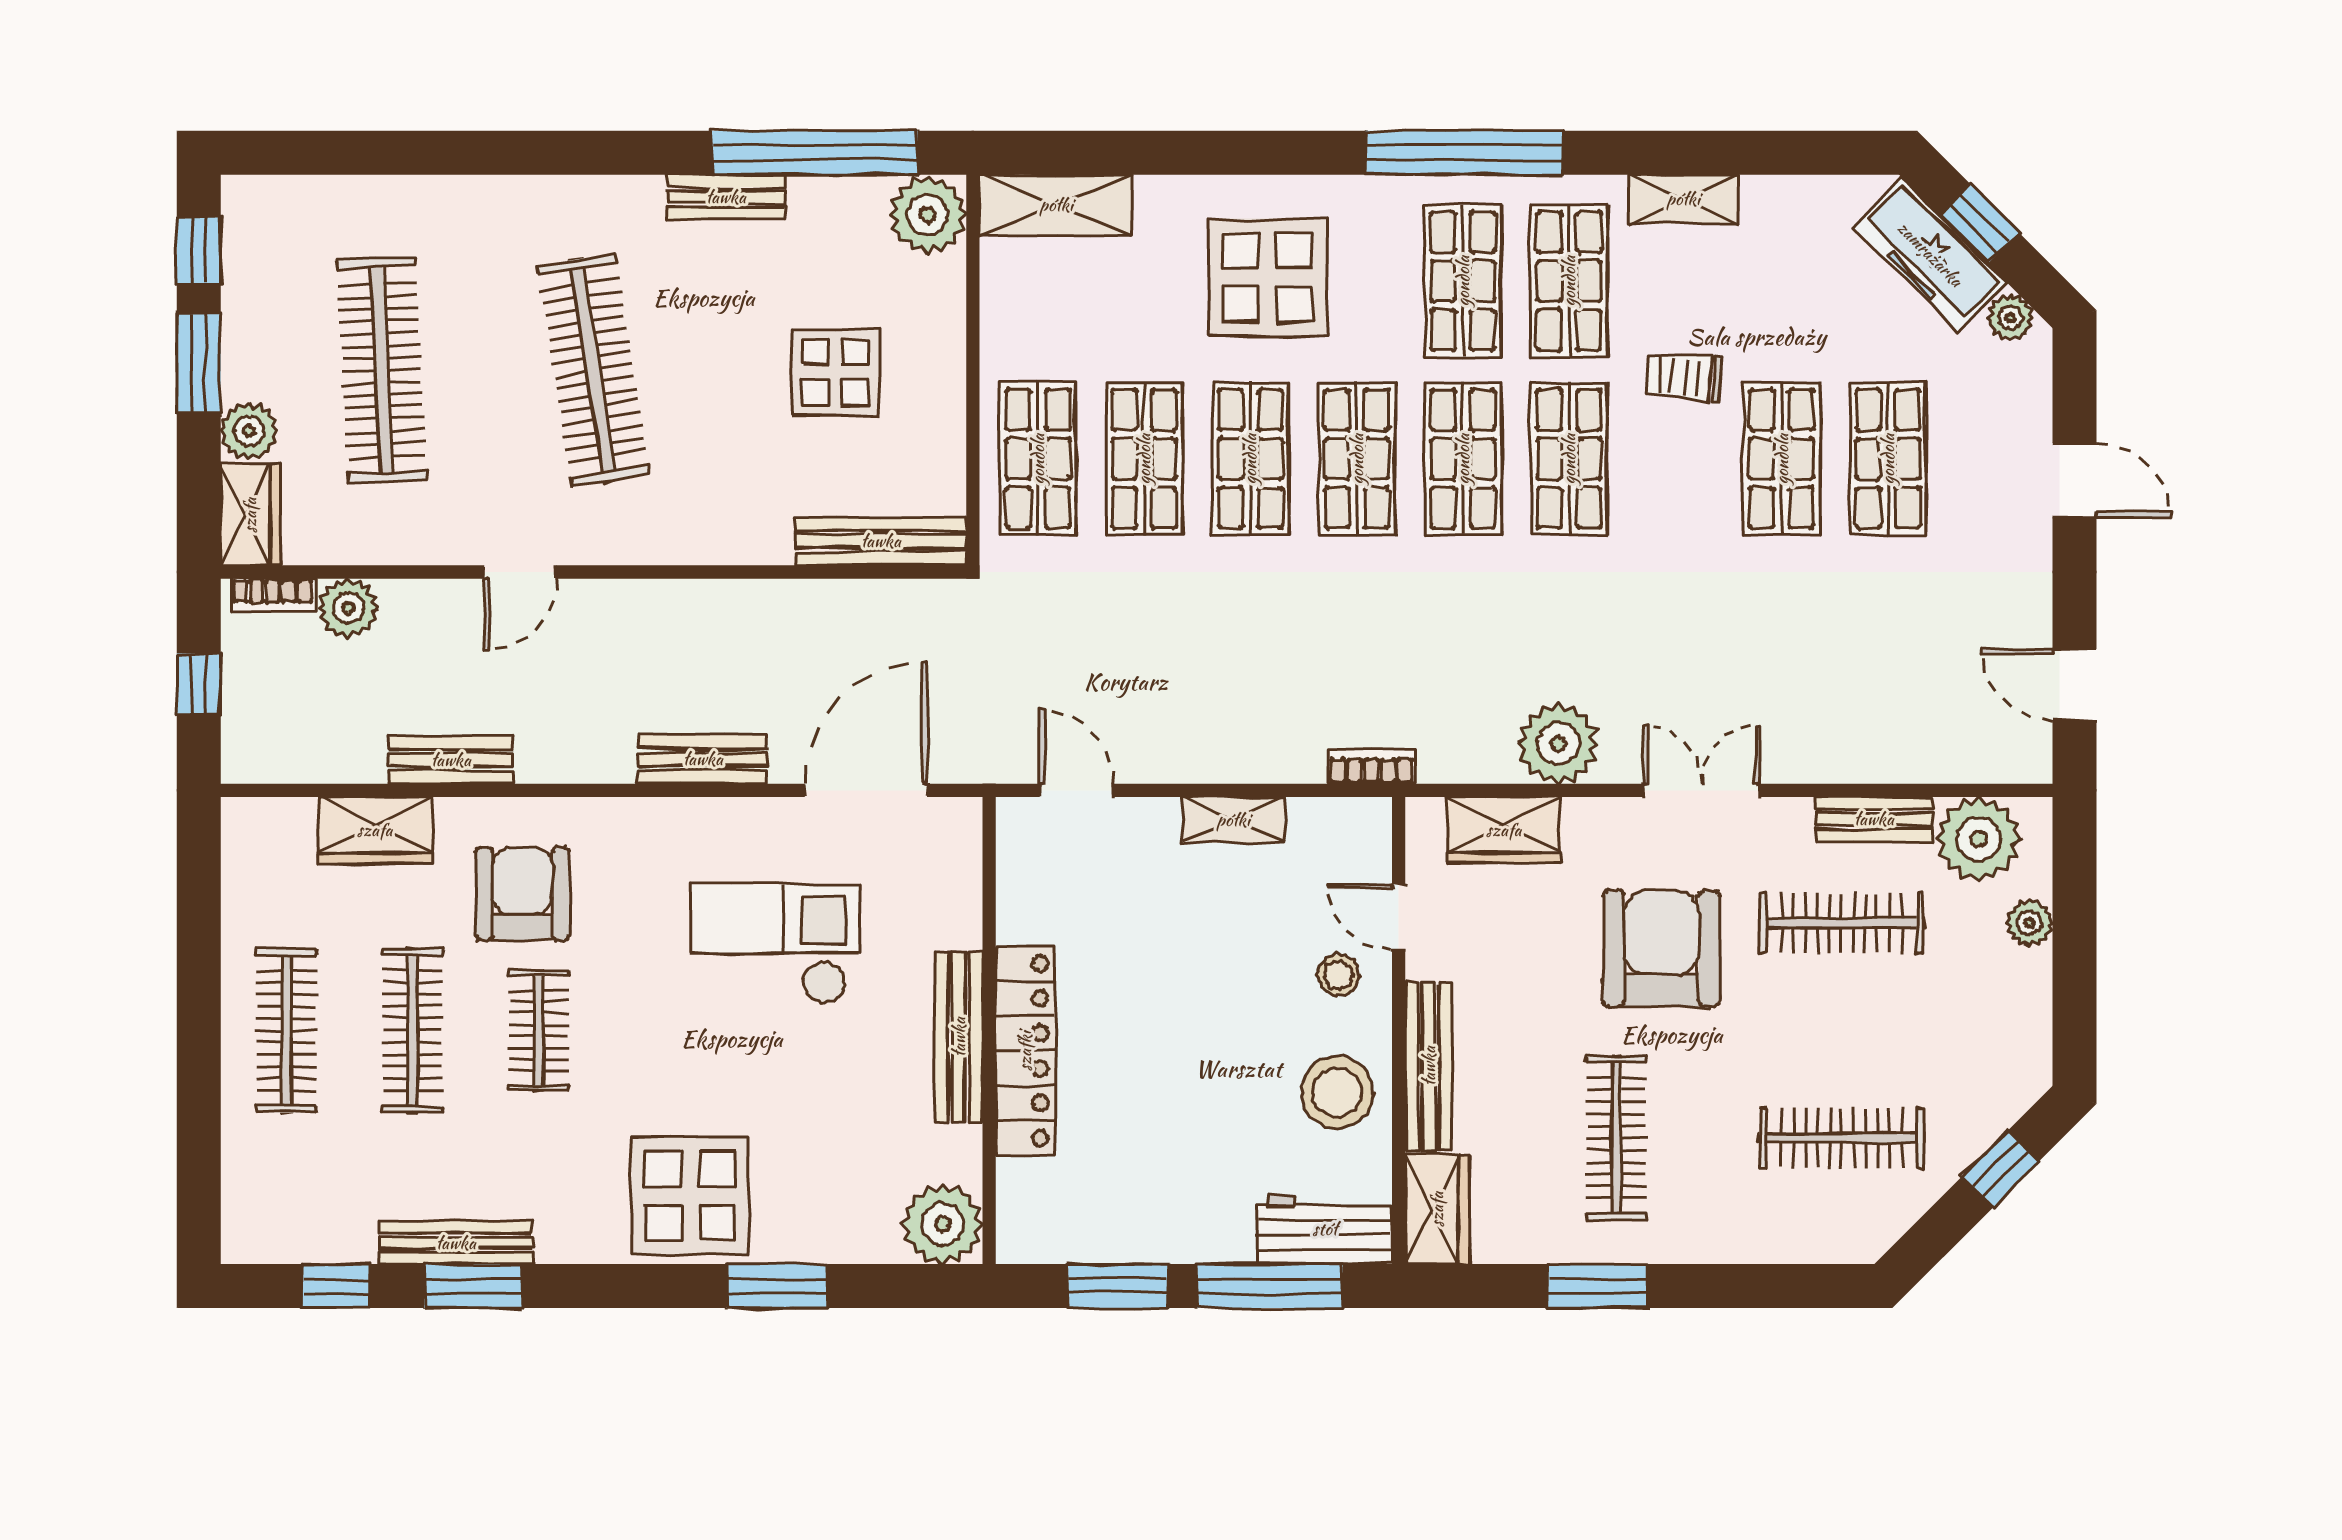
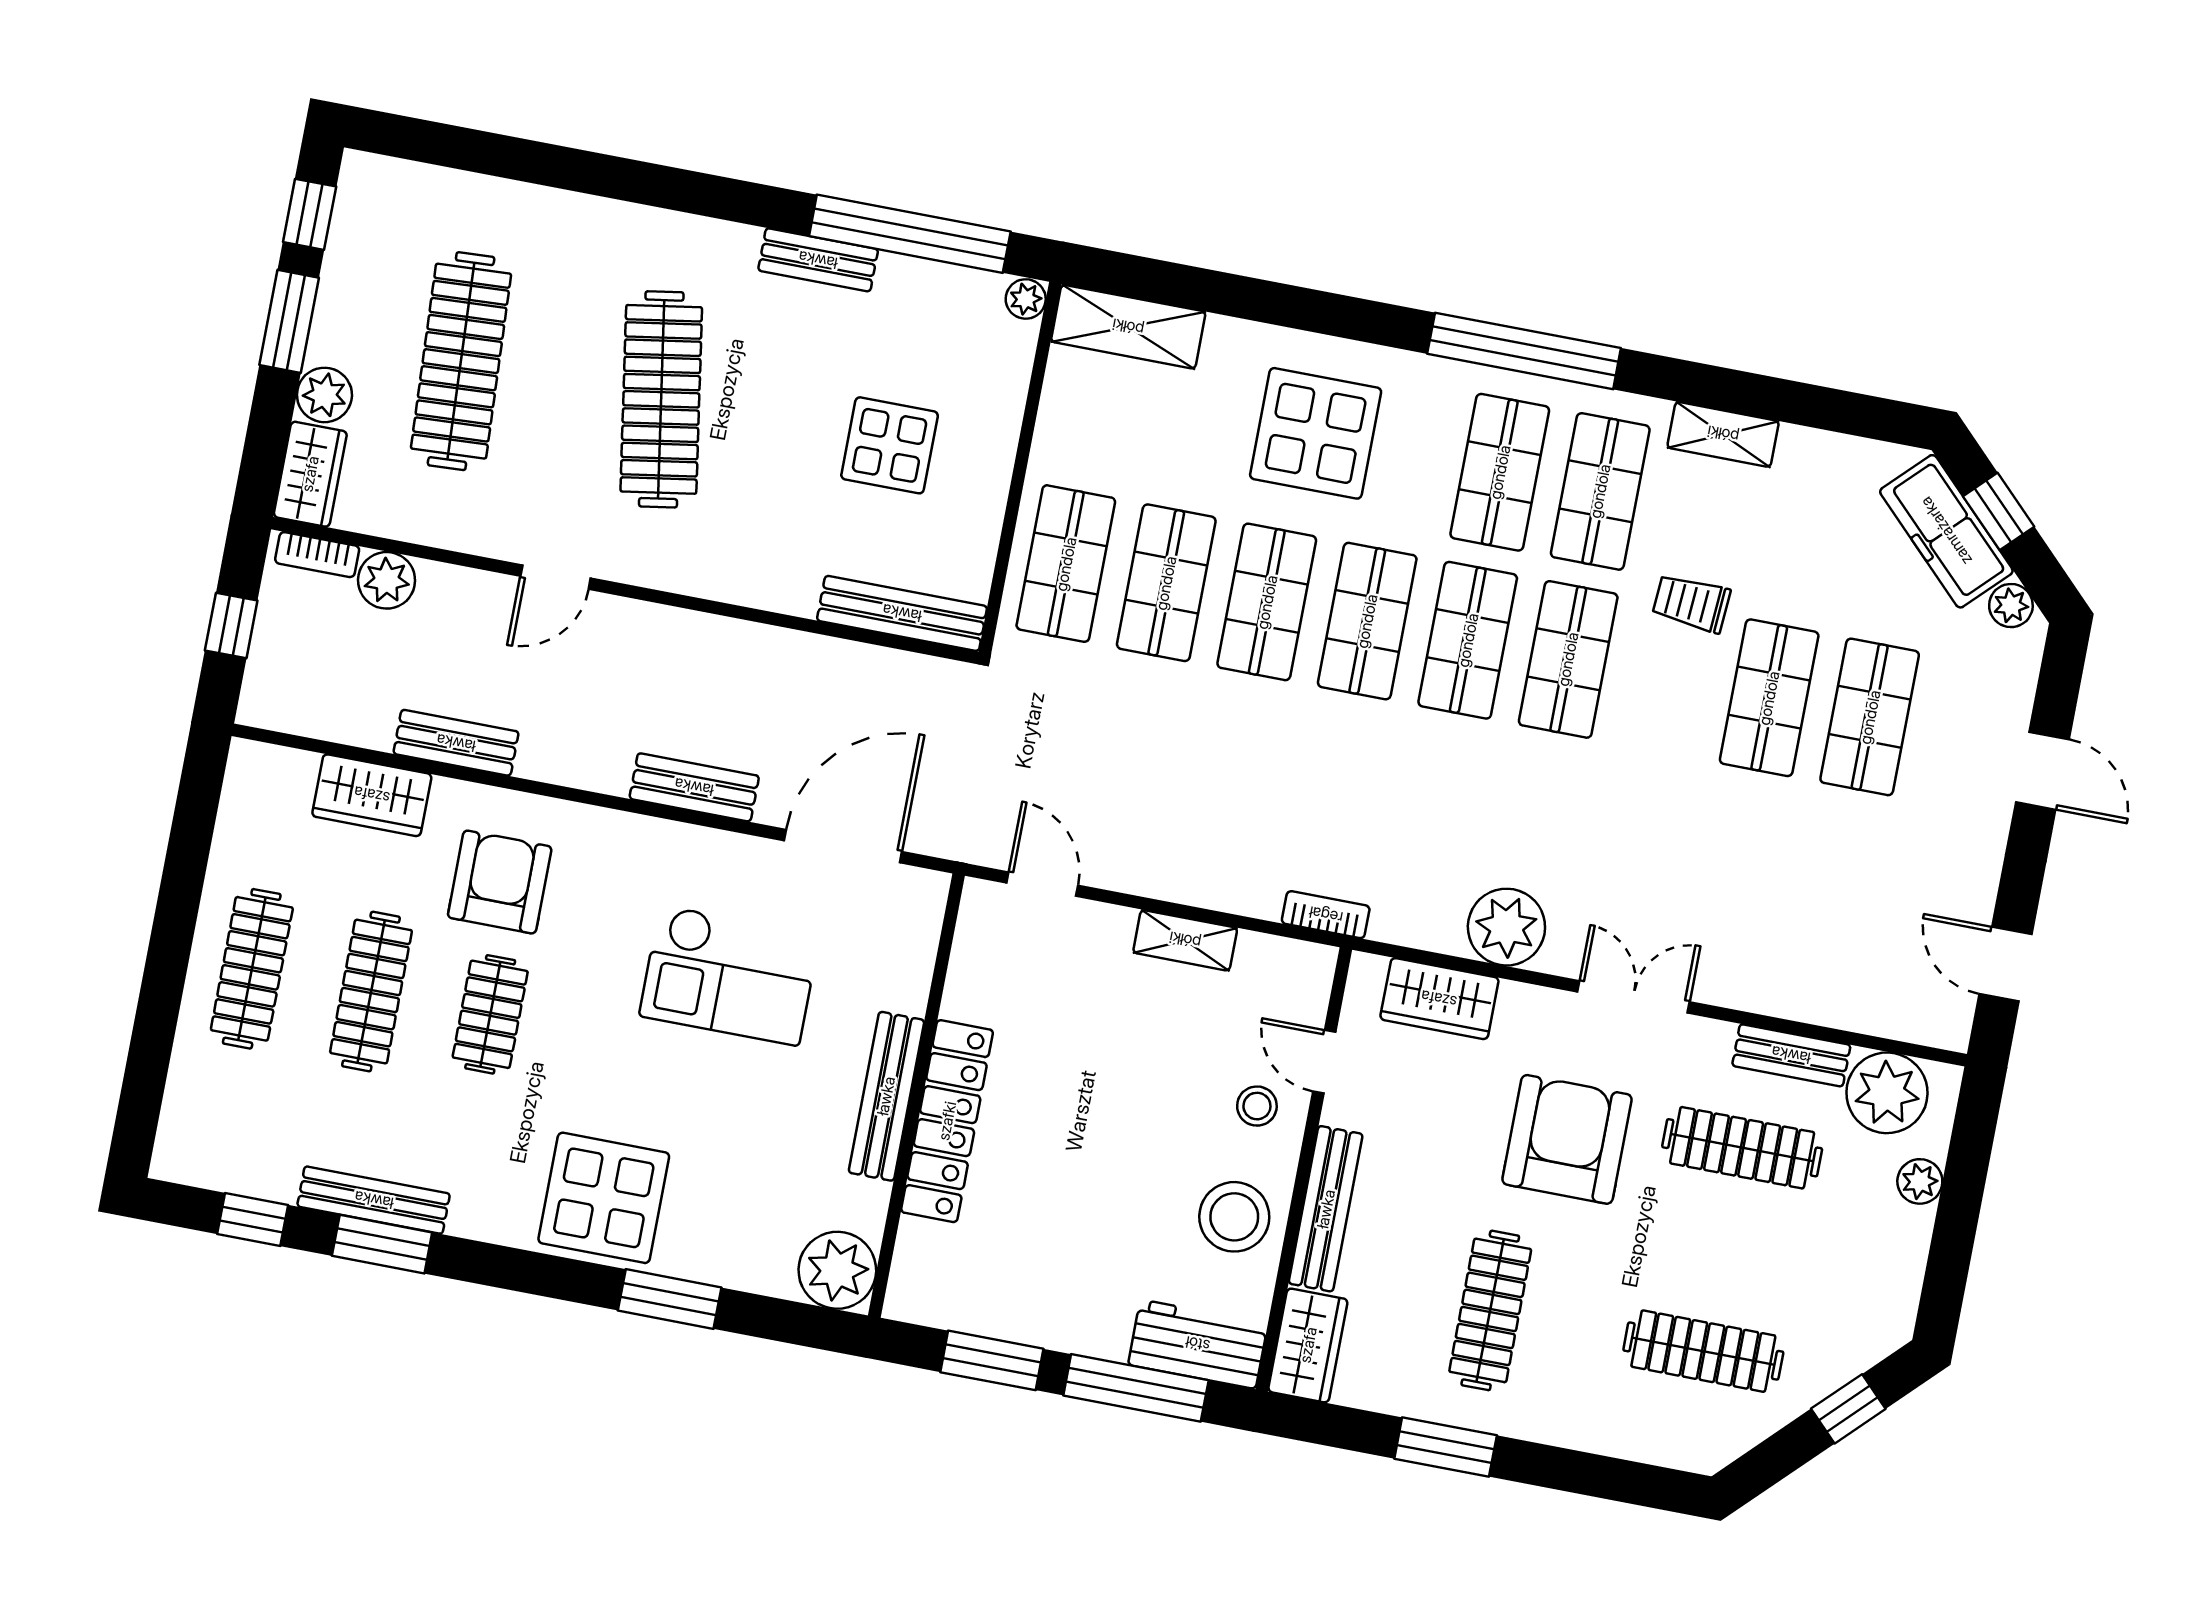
plant: (928, 215) -> (1026, 299), width x0.53, depth x0.53
checkout: (775, 944) -> (729, 975), turned 180

